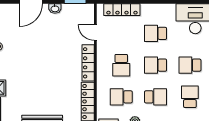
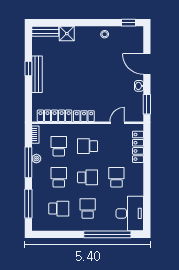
locker: (88, 63) -> (84, 116), width x0.66
school desk: (156, 65) -> (88, 177), turned 90
school desk: (156, 97) -> (59, 177), turned 180

